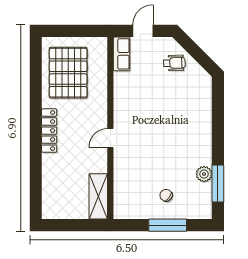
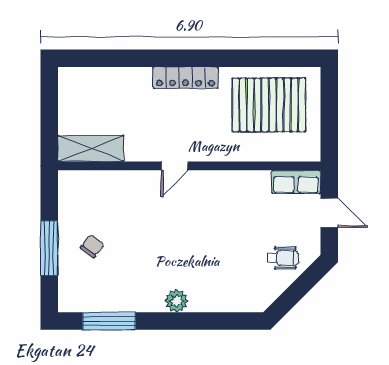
wheelchair: (174, 63) -> (283, 258), turned -88
door: (110, 138) -> (175, 166), swing flipped
plant: (204, 174) -> (177, 301), moved

